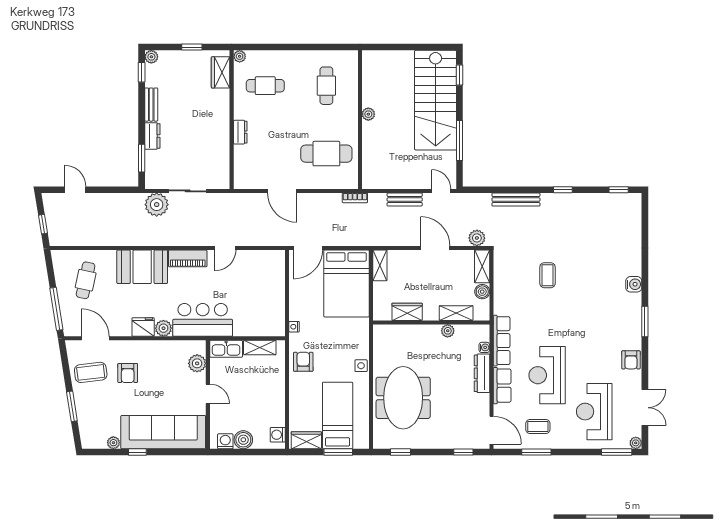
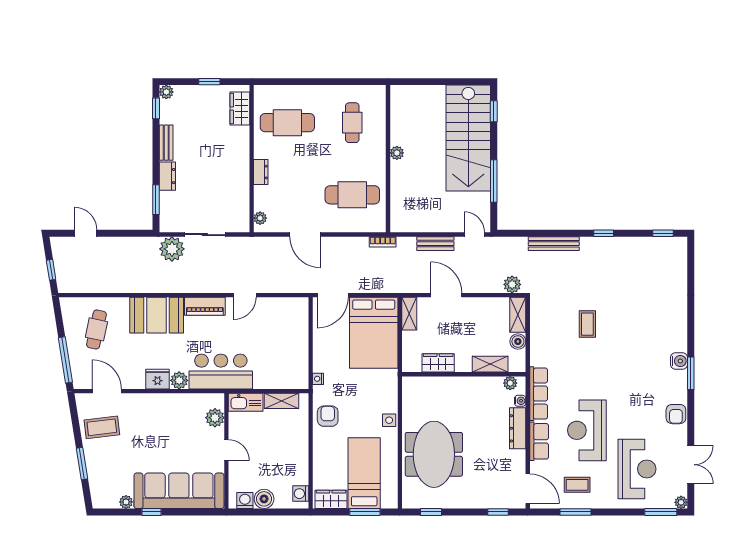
plant: (240, 56) -> (260, 218), moved
cafe table: (265, 86) -> (287, 123), width x1.37, depth x1.35
door: (435, 248) -> (446, 295), moved
water cooler: (634, 284) -> (679, 361), moved
plant: (448, 331) -> (510, 383), moved
armchair: (128, 373) -> (141, 428), removed
reception desk: (594, 412) -> (637, 469), turned 180

